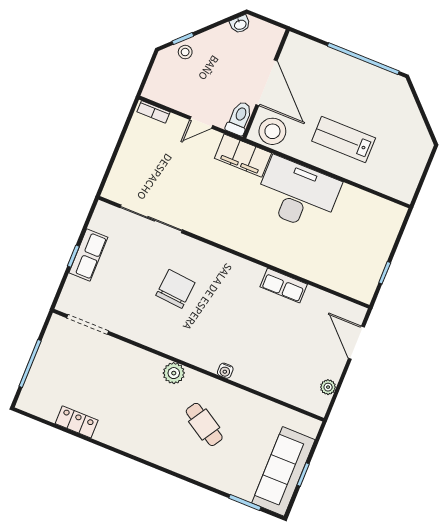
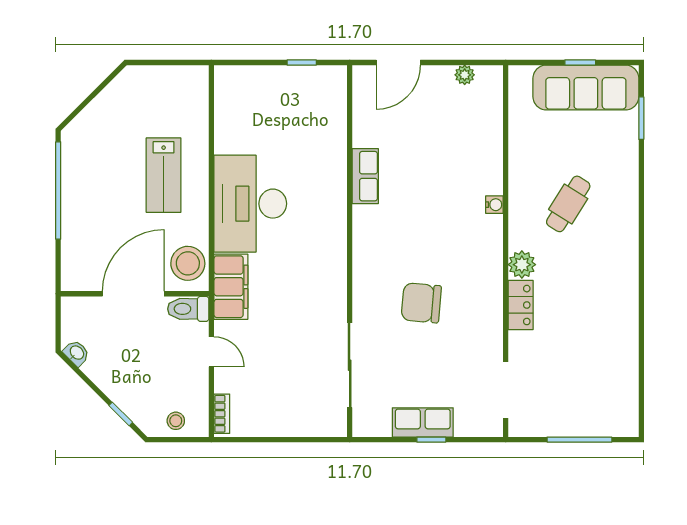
stool: (185, 52) -> (176, 421), moved
locker: (77, 422) -> (521, 305), moved, turned 180

